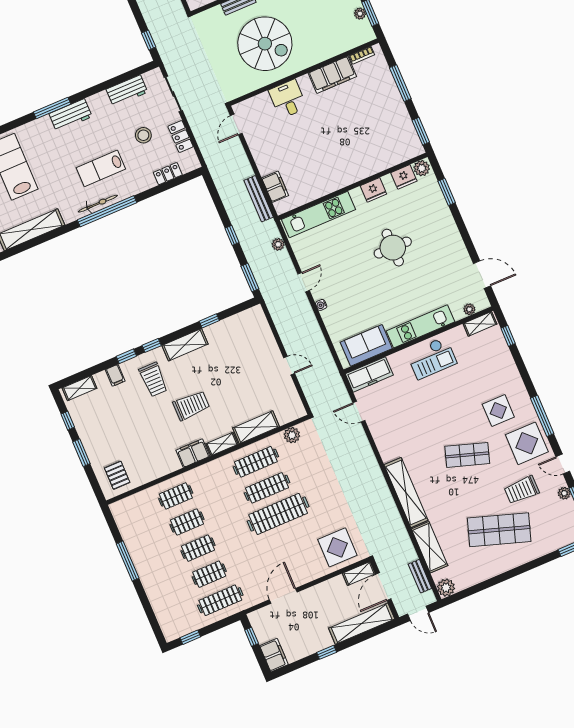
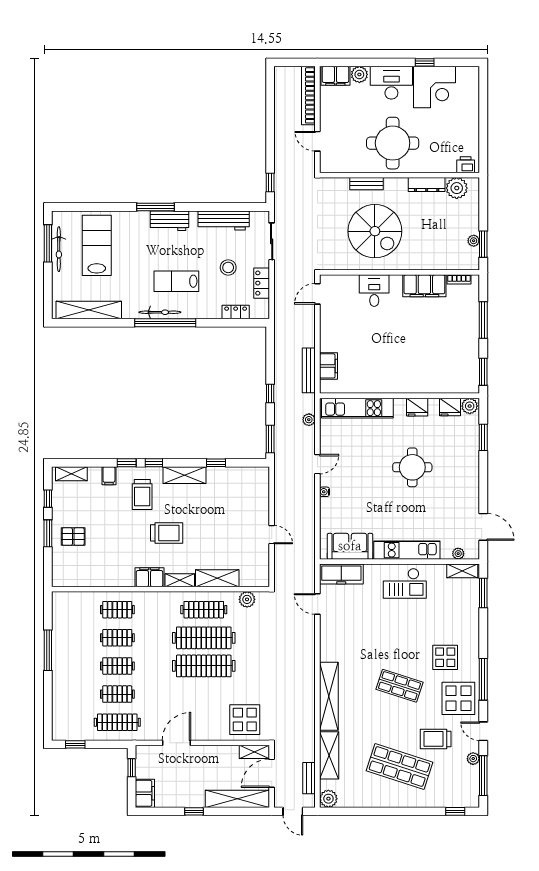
workbench: (127, 91) -> (224, 220), width x1.38
window: (508, 336) -> (483, 593), width x1.50
pallet: (117, 475) -> (73, 537), moved, turned 90
clothes rail: (267, 488) -> (204, 638), width x1.37, depth x1.31

